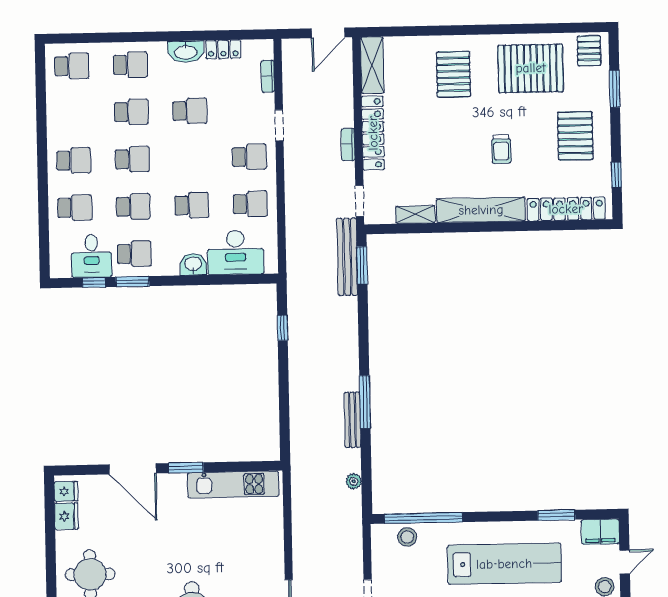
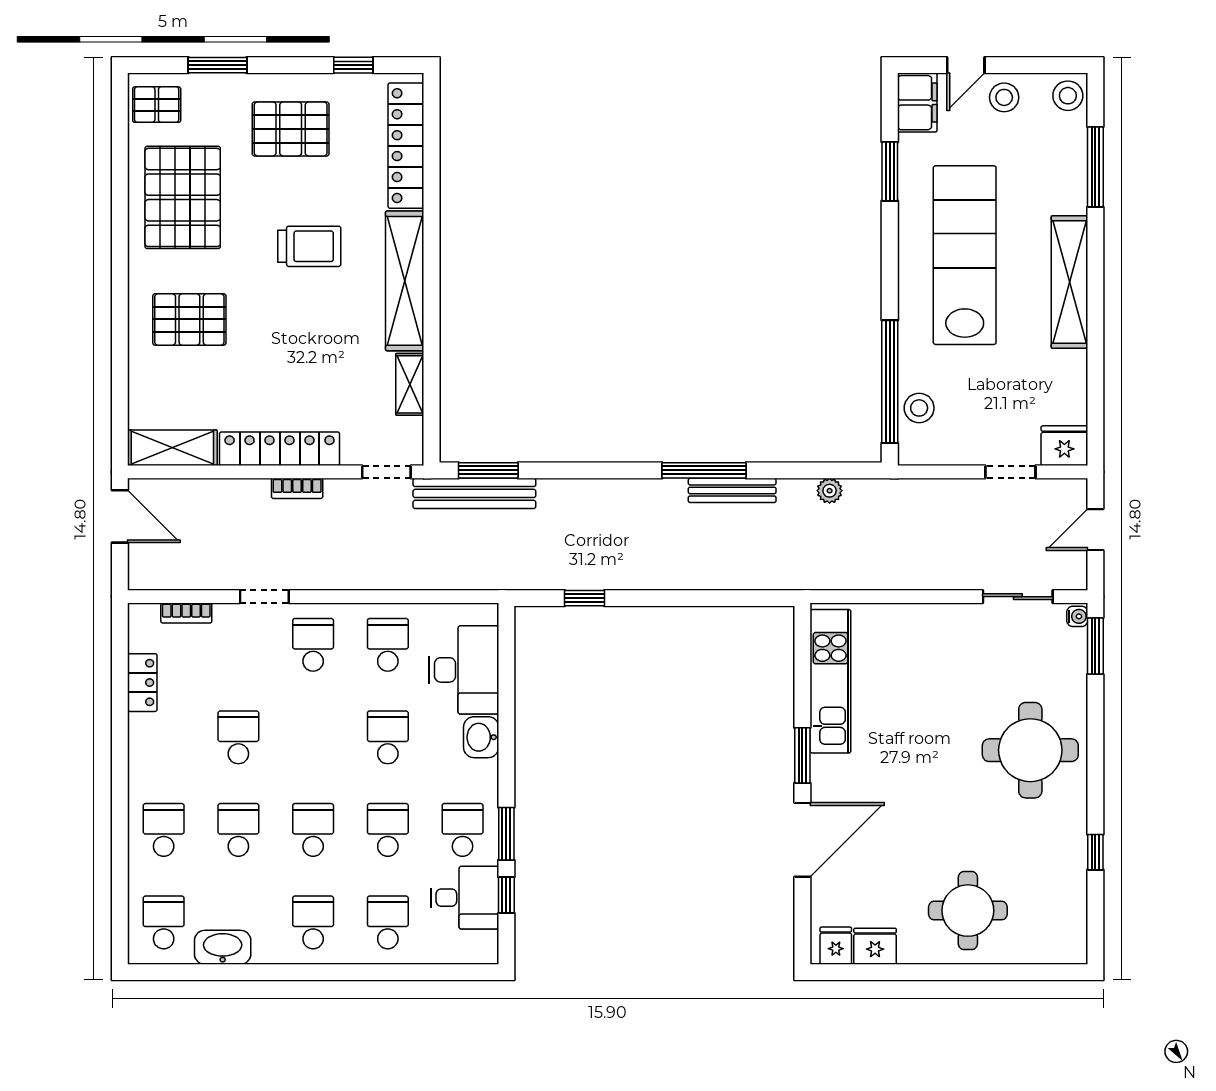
washbasin: (186, 52) -> (223, 947), moved, turned -90
trolley: (501, 149) -> (309, 246), width x1.36, depth x1.39
door: (625, 562) -> (966, 65), swing flipped

